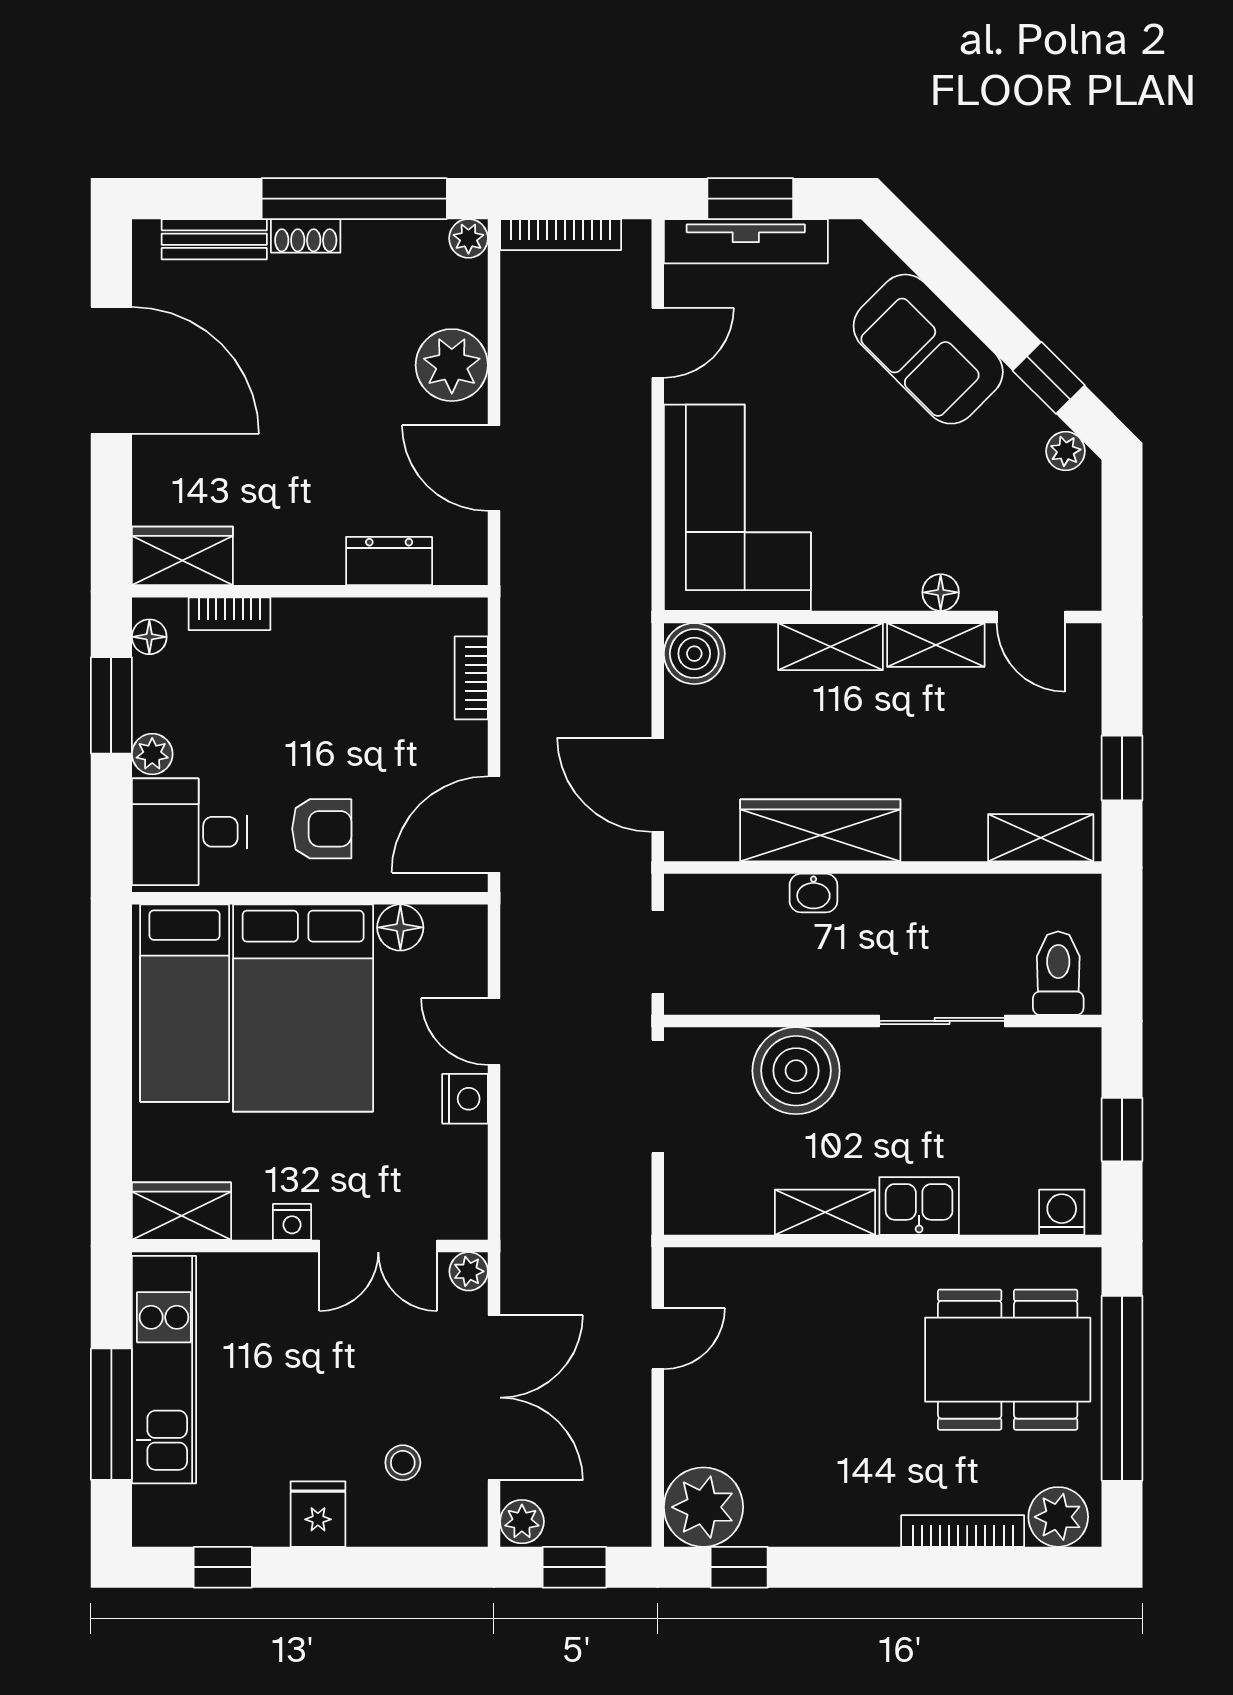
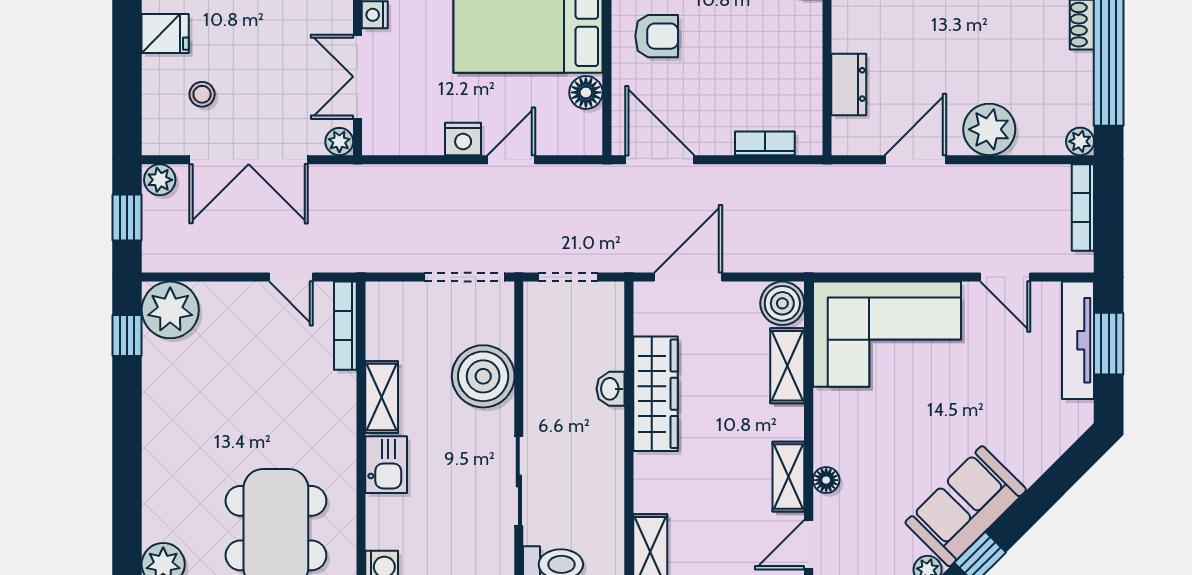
sofa: (928, 349) -> (966, 506), moved
shelving: (831, 647) -> (787, 366), moved
armchair: (322, 829) -> (657, 36), turned -90
bookcase: (963, 1531) -> (345, 326), moved, turned 180

